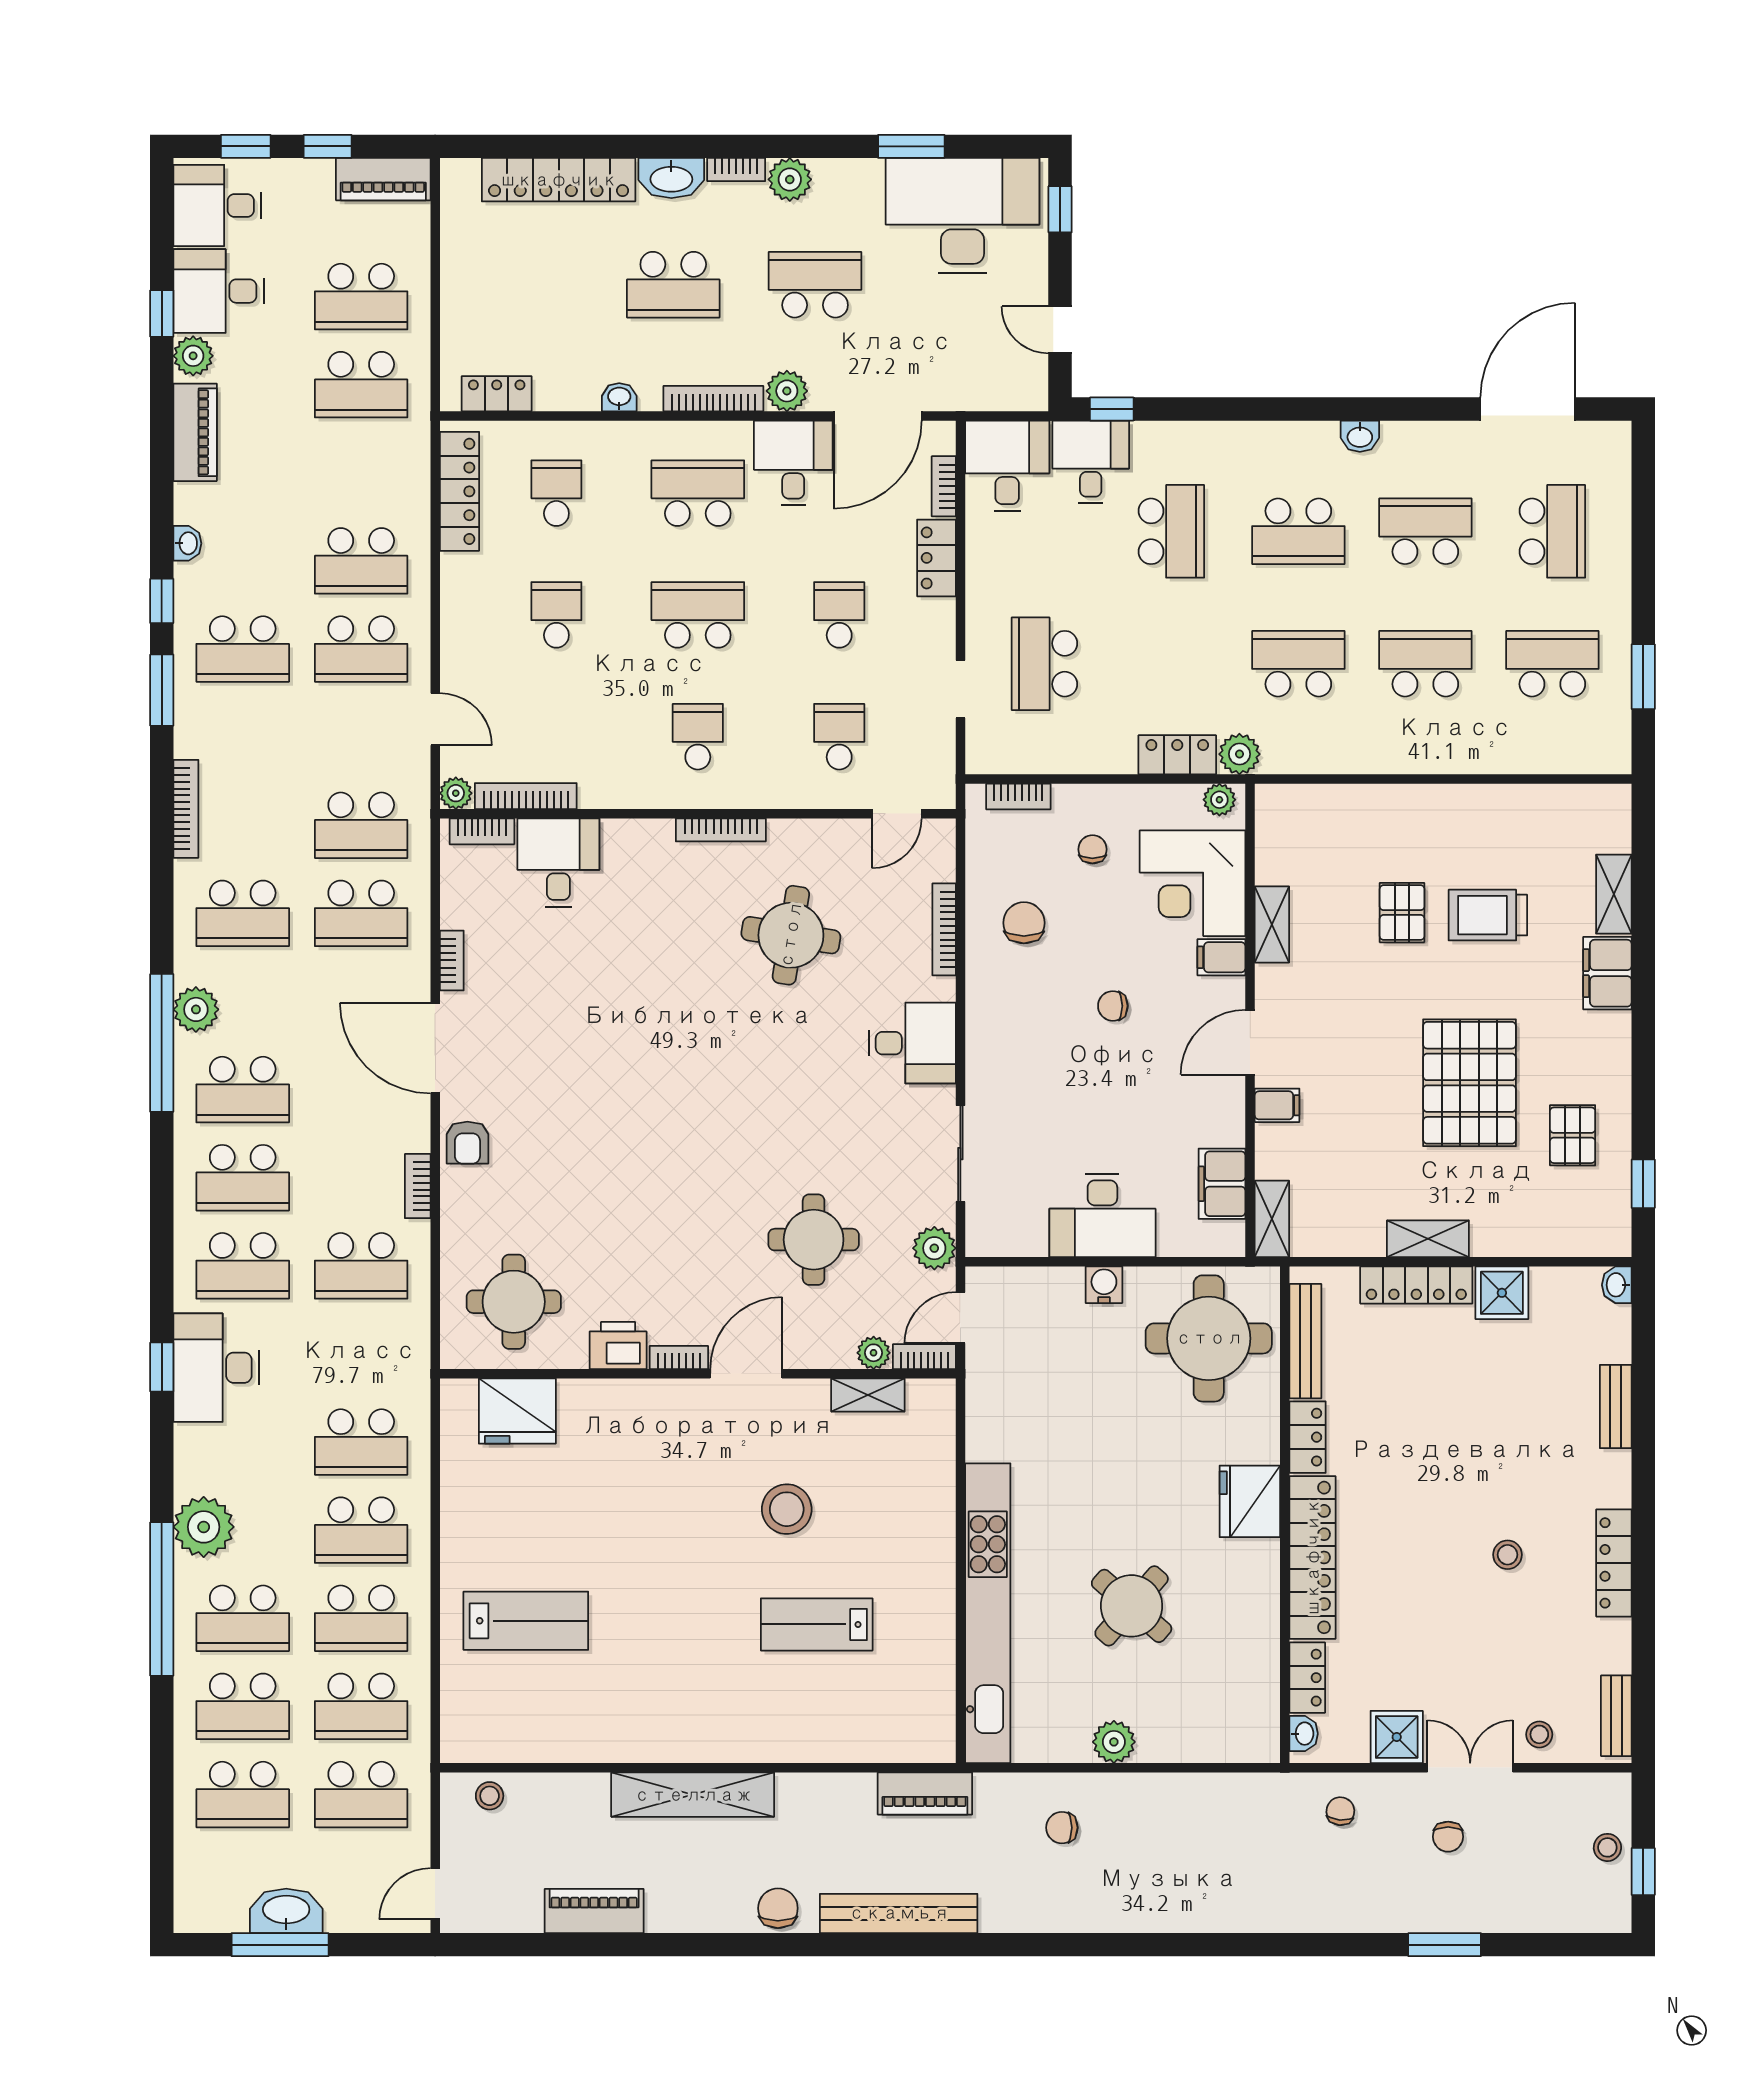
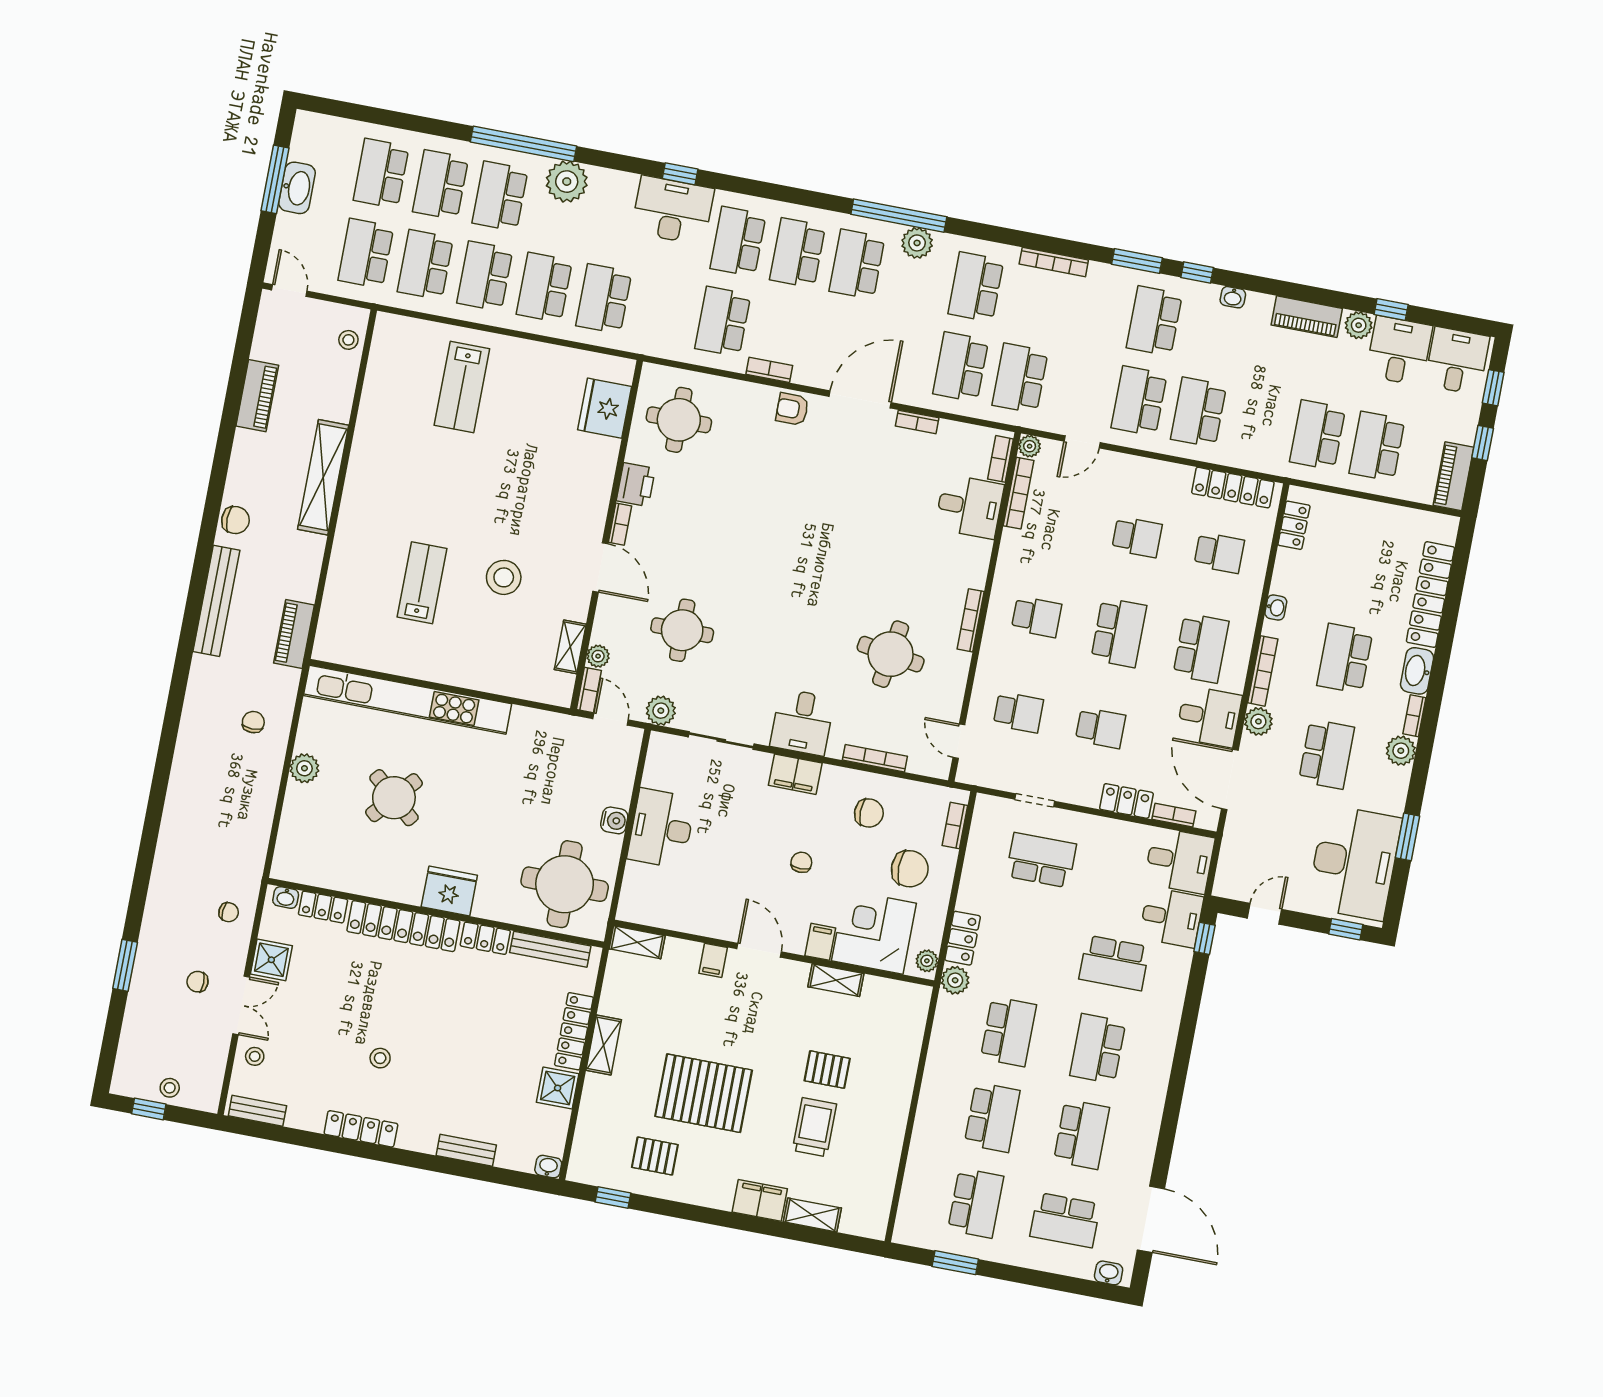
washbasin: (1360, 436) -> (1109, 1273), moved, turned 90
chair: (1092, 849) -> (910, 869), width x1.87, depth x1.87
filing cabinet: (1222, 1184) -> (795, 774), moved, turned 180

